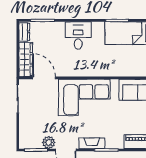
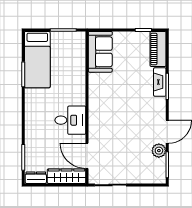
desk: (78, 35) -> (70, 120), moved, turned 180
door: (44, 78) -> (87, 156), hinge flipped
corner sofa: (84, 97) -> (109, 111), removed
fireplace: (92, 143) -> (160, 82), moved

